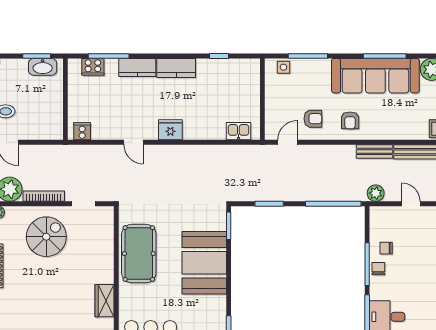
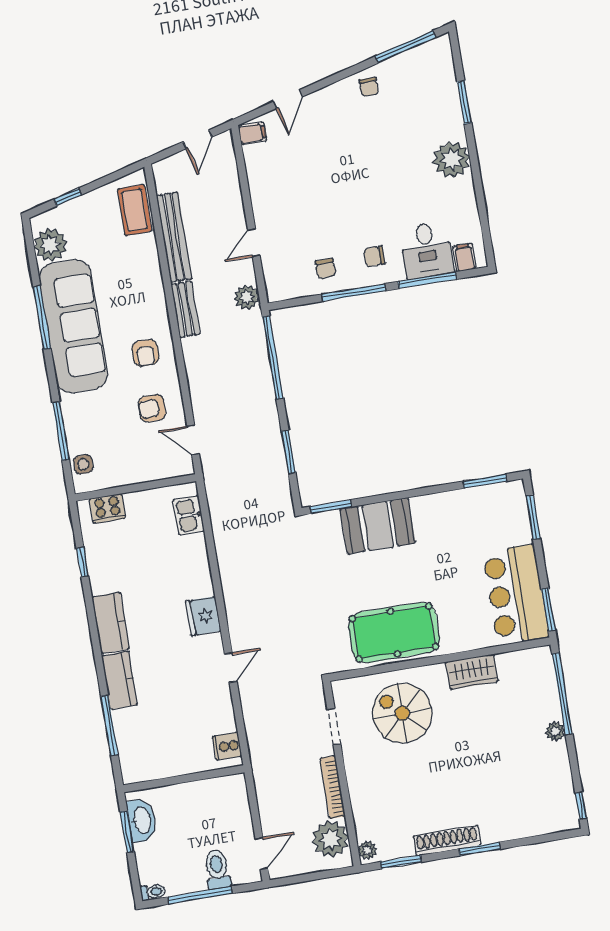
cooker: (93, 67) -> (107, 509), moved, turned 90
armchair: (313, 119) -> (152, 408), turned -90
armchair: (350, 120) -> (145, 353), turned 90
spiral stairs: (46, 237) -> (402, 713), moved
booth: (204, 263) -> (378, 526), width x0.73, depth x0.70
chair: (378, 269) -> (374, 256), moved

